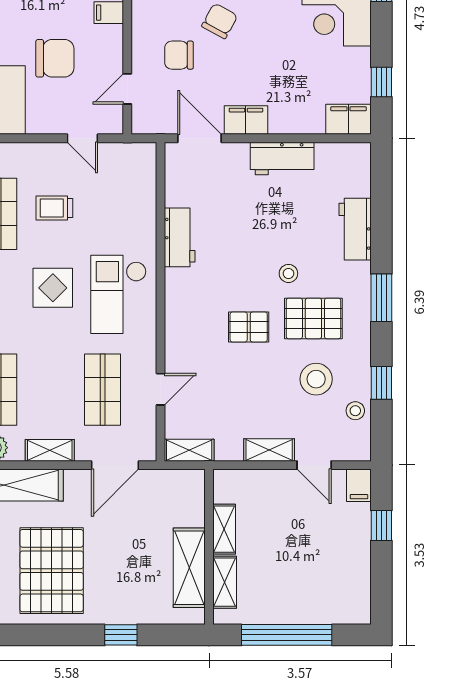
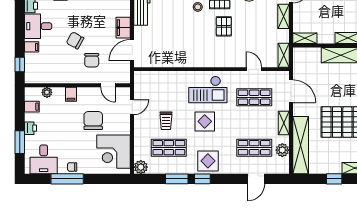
workbench: (180, 237) -> (180, 60), removed
shelving: (224, 529) -> (305, 38), moved

